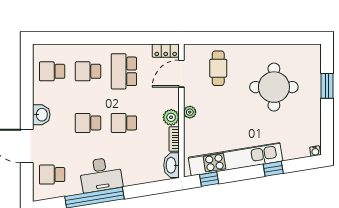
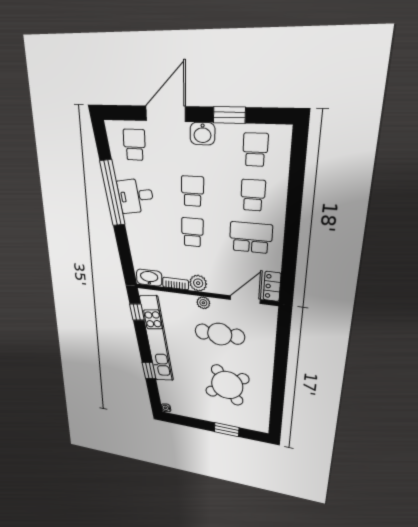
cafe table: (218, 68) -> (220, 334), moved, width x1.37, depth x1.35
door: (181, 74) -> (245, 300), hinge flipped
round table: (274, 87) -> (227, 385), turned -34
window: (27, 93) -> (229, 115), added
desk: (101, 175) -> (135, 196), width x0.73

